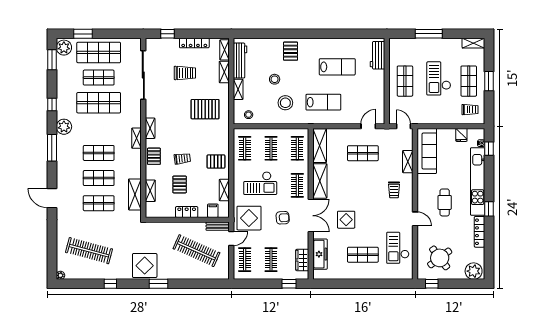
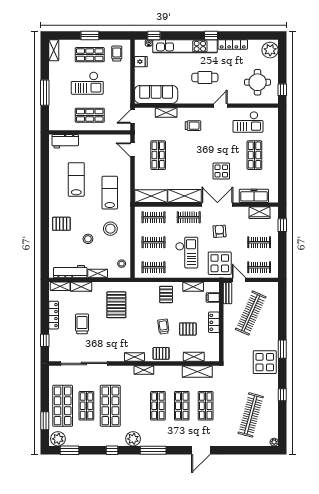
round table: (440, 258) -> (258, 82), turned 37

